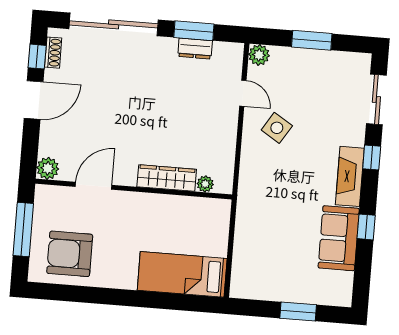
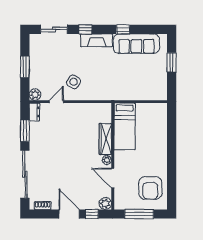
dresser: (195, 49) -> (34, 112), moved
window: (37, 57) -> (92, 214), moved
plant: (205, 184) -> (107, 160), moved
sofa: (339, 238) -> (136, 44), width x1.36
bed: (182, 274) -> (125, 126), moved

